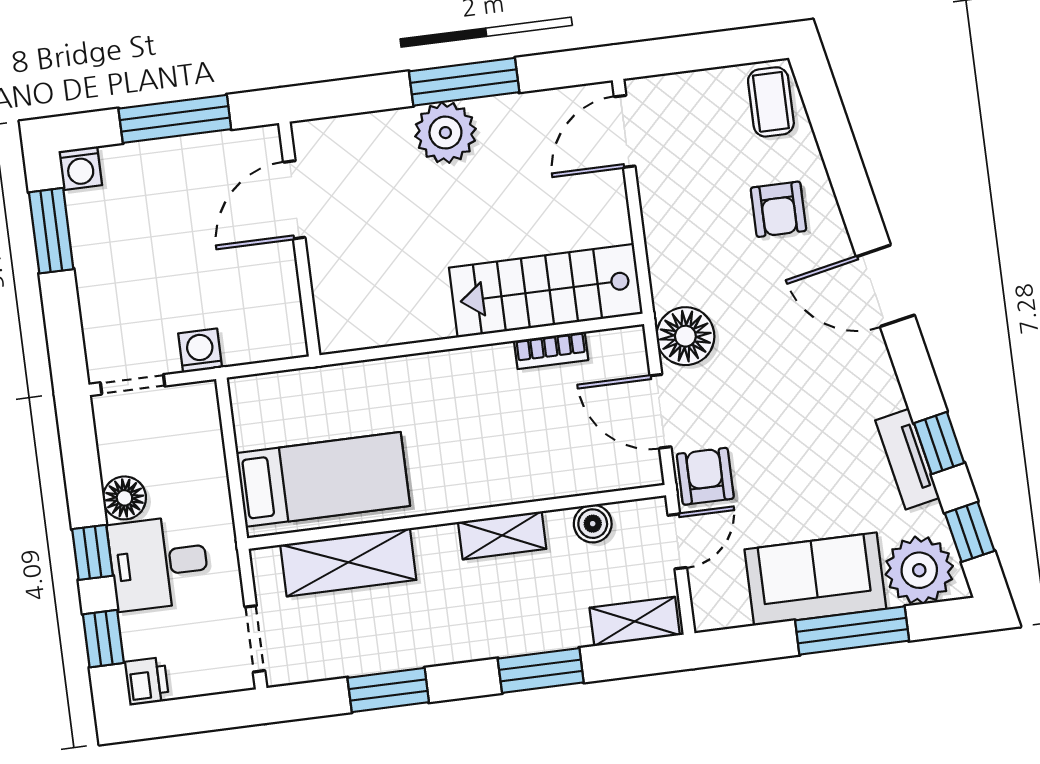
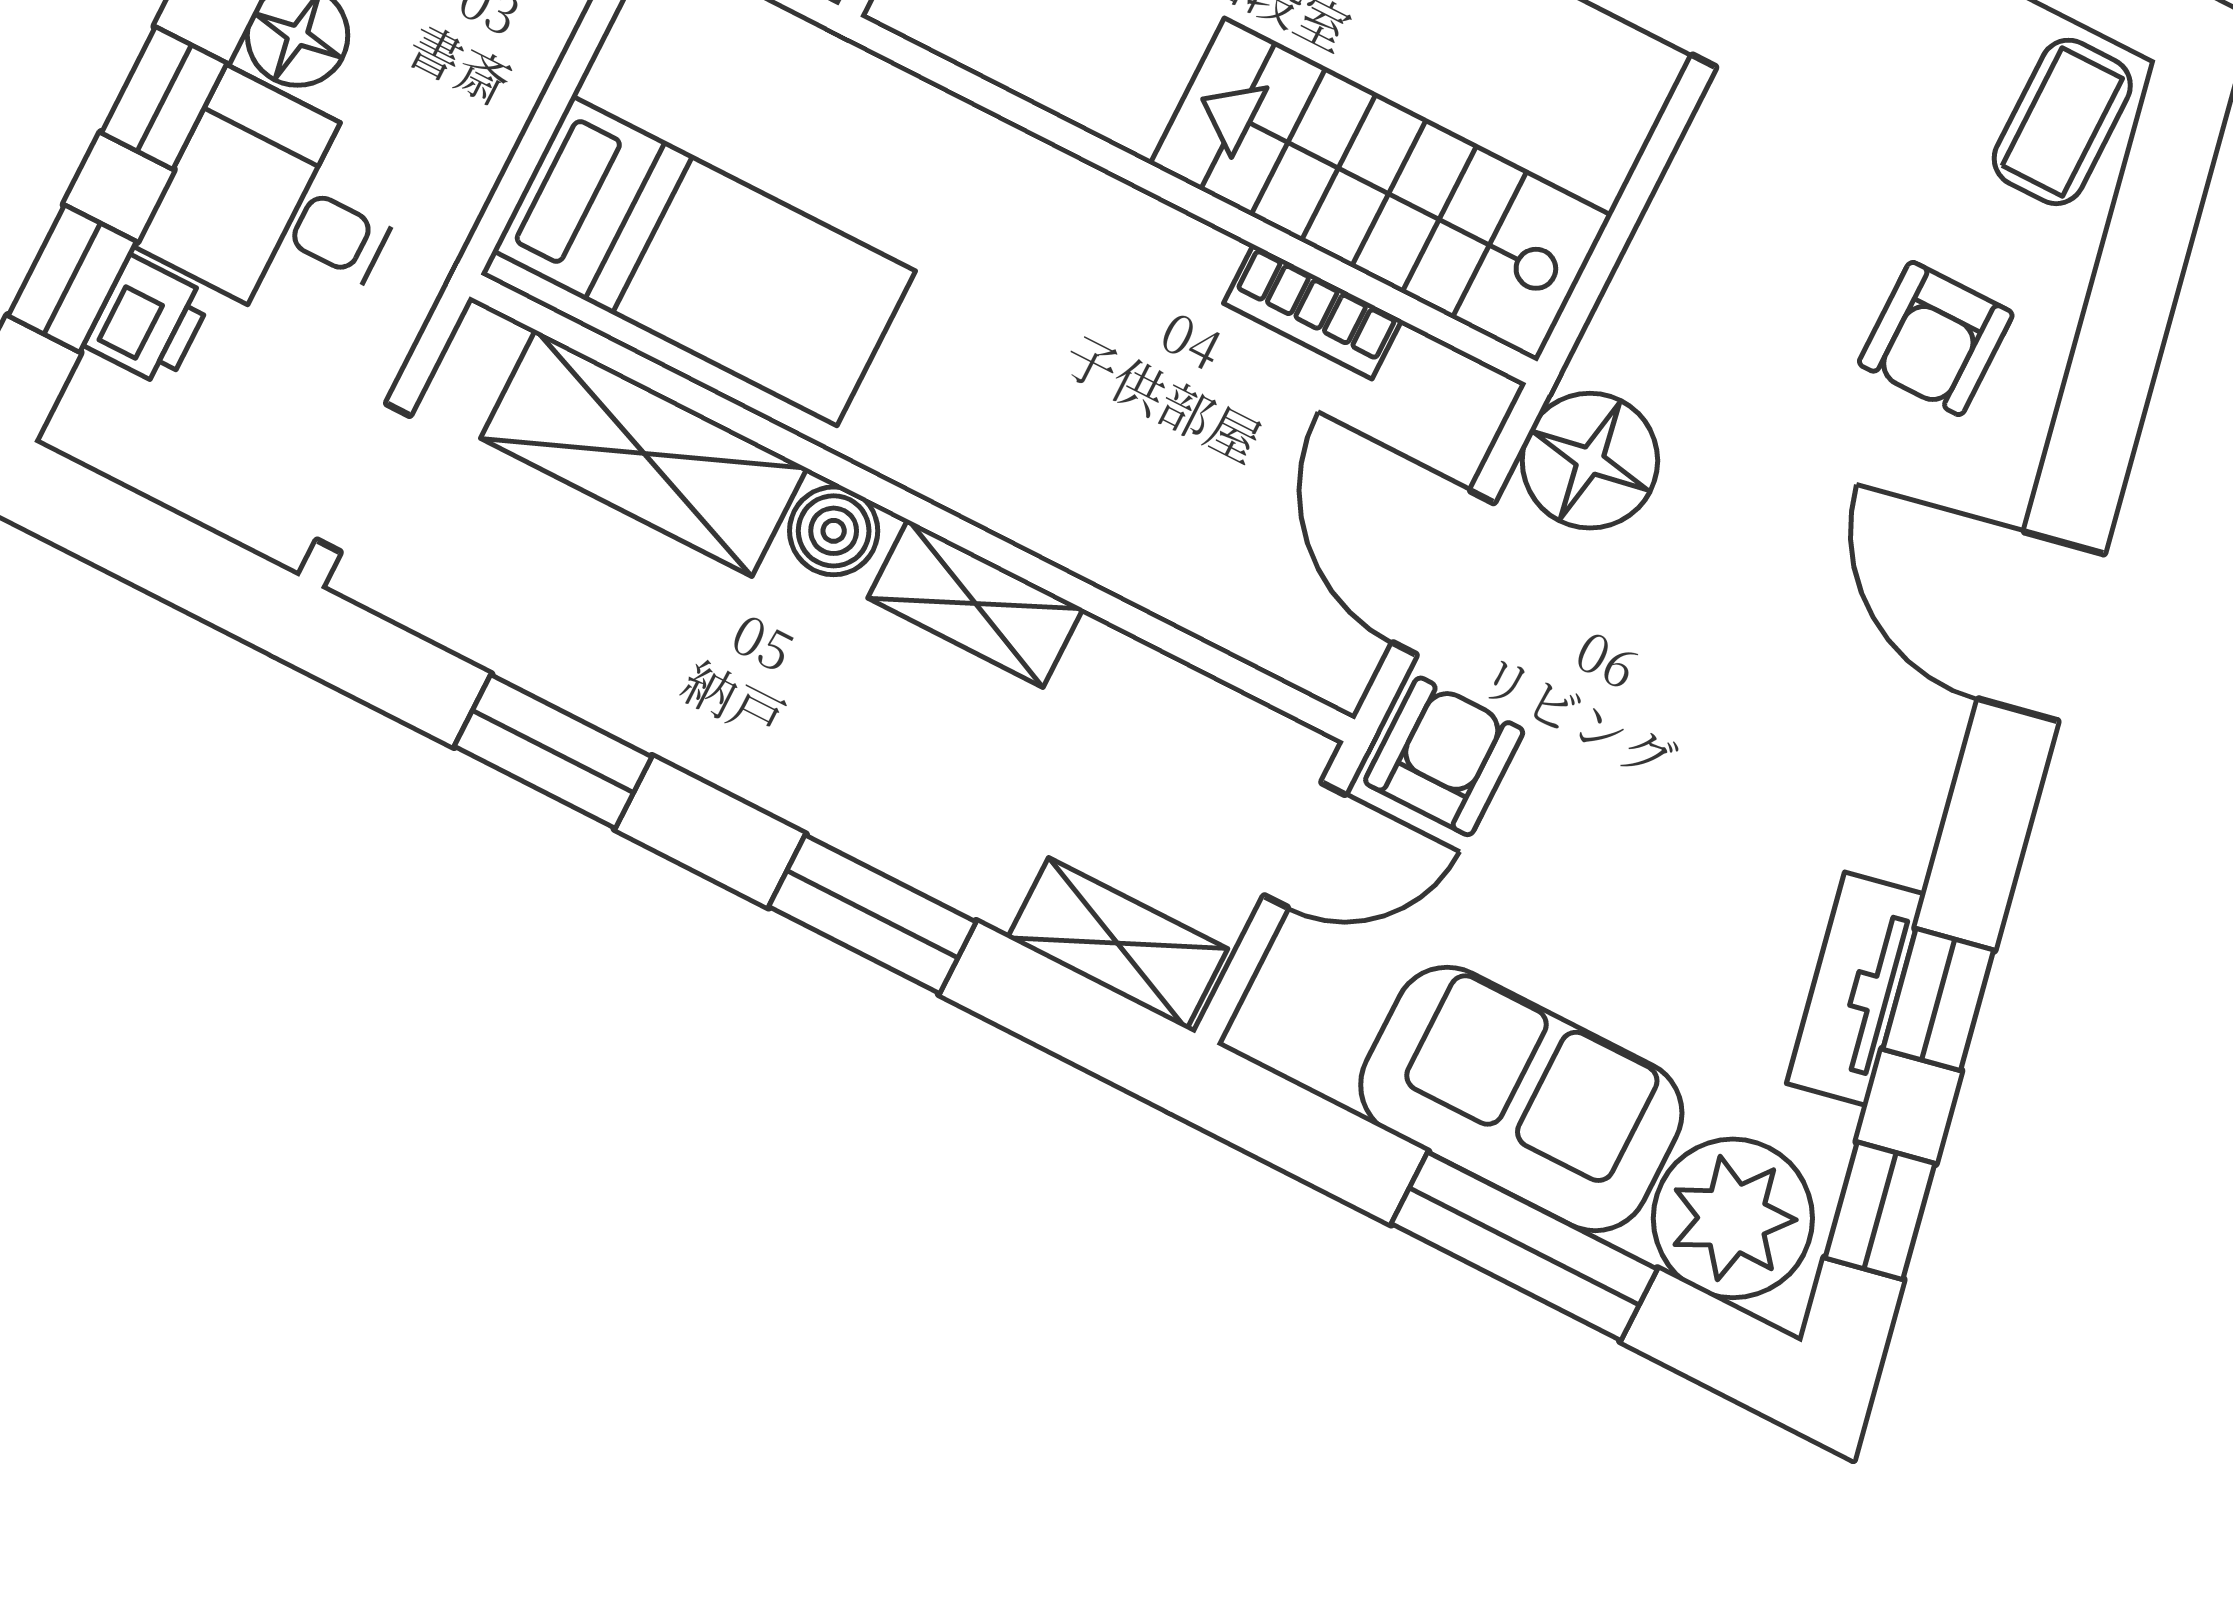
boiler: (593, 524) -> (834, 531), moved
printer: (147, 681) -> (148, 321), moved

